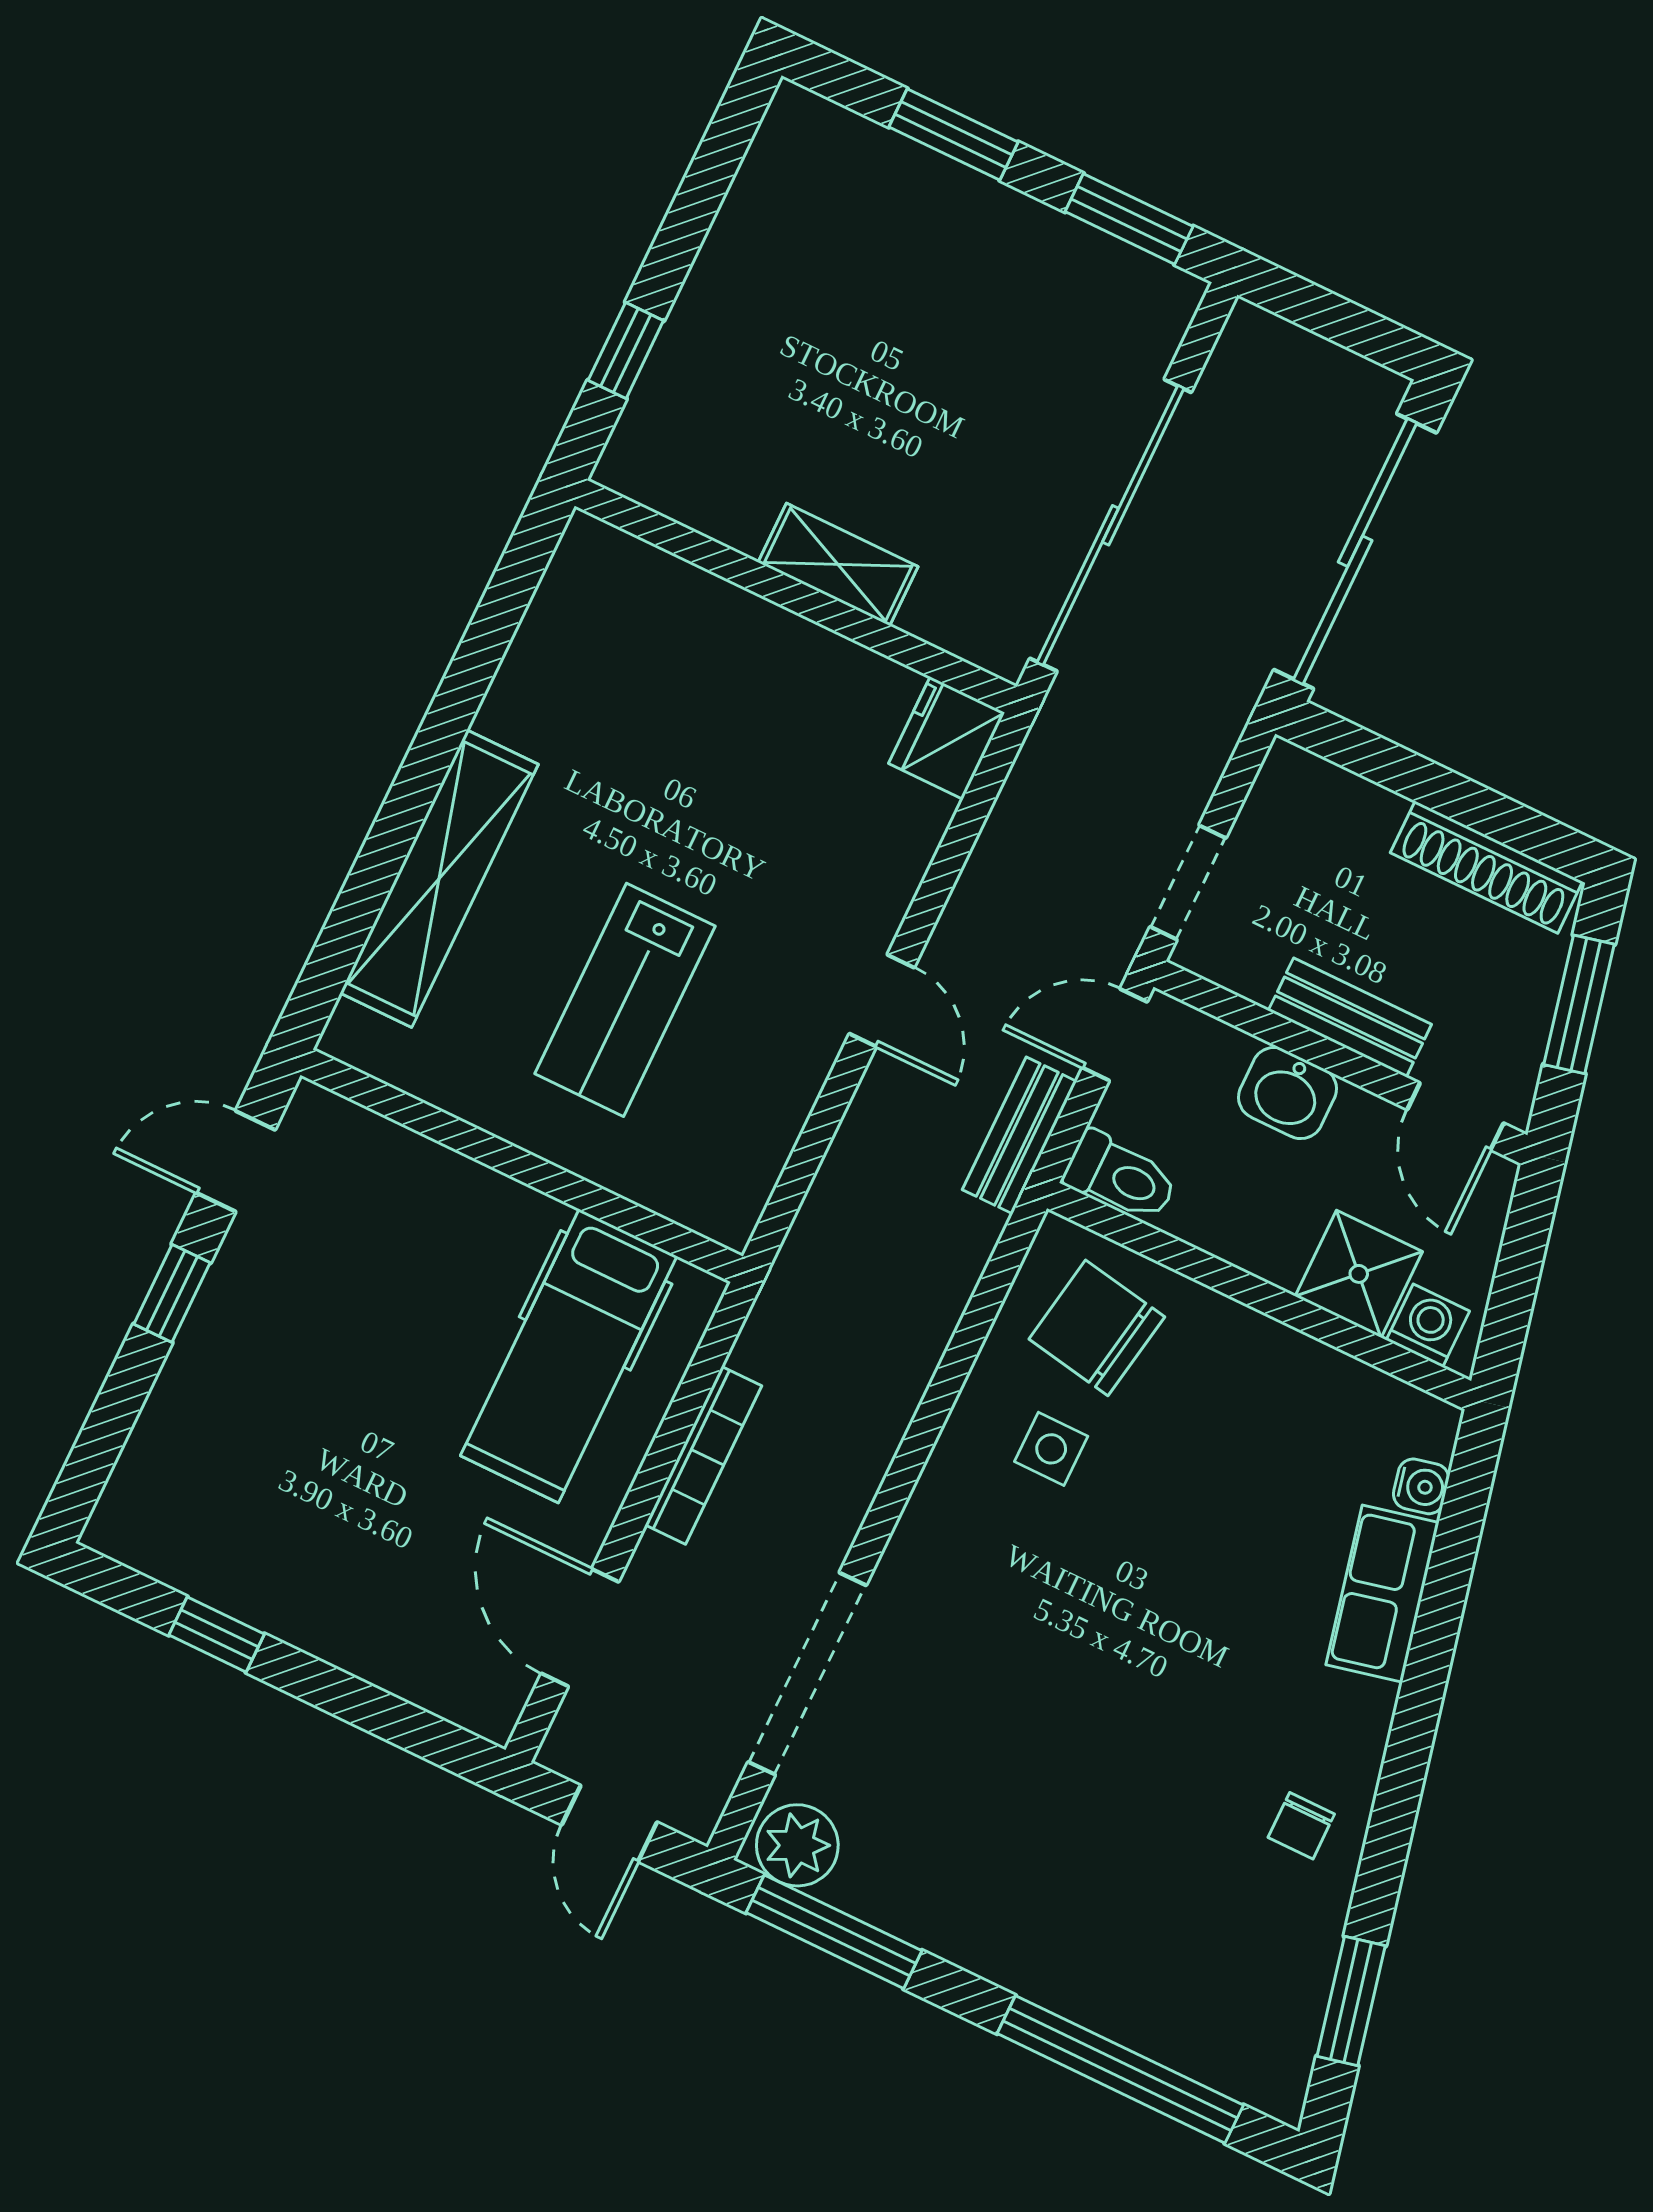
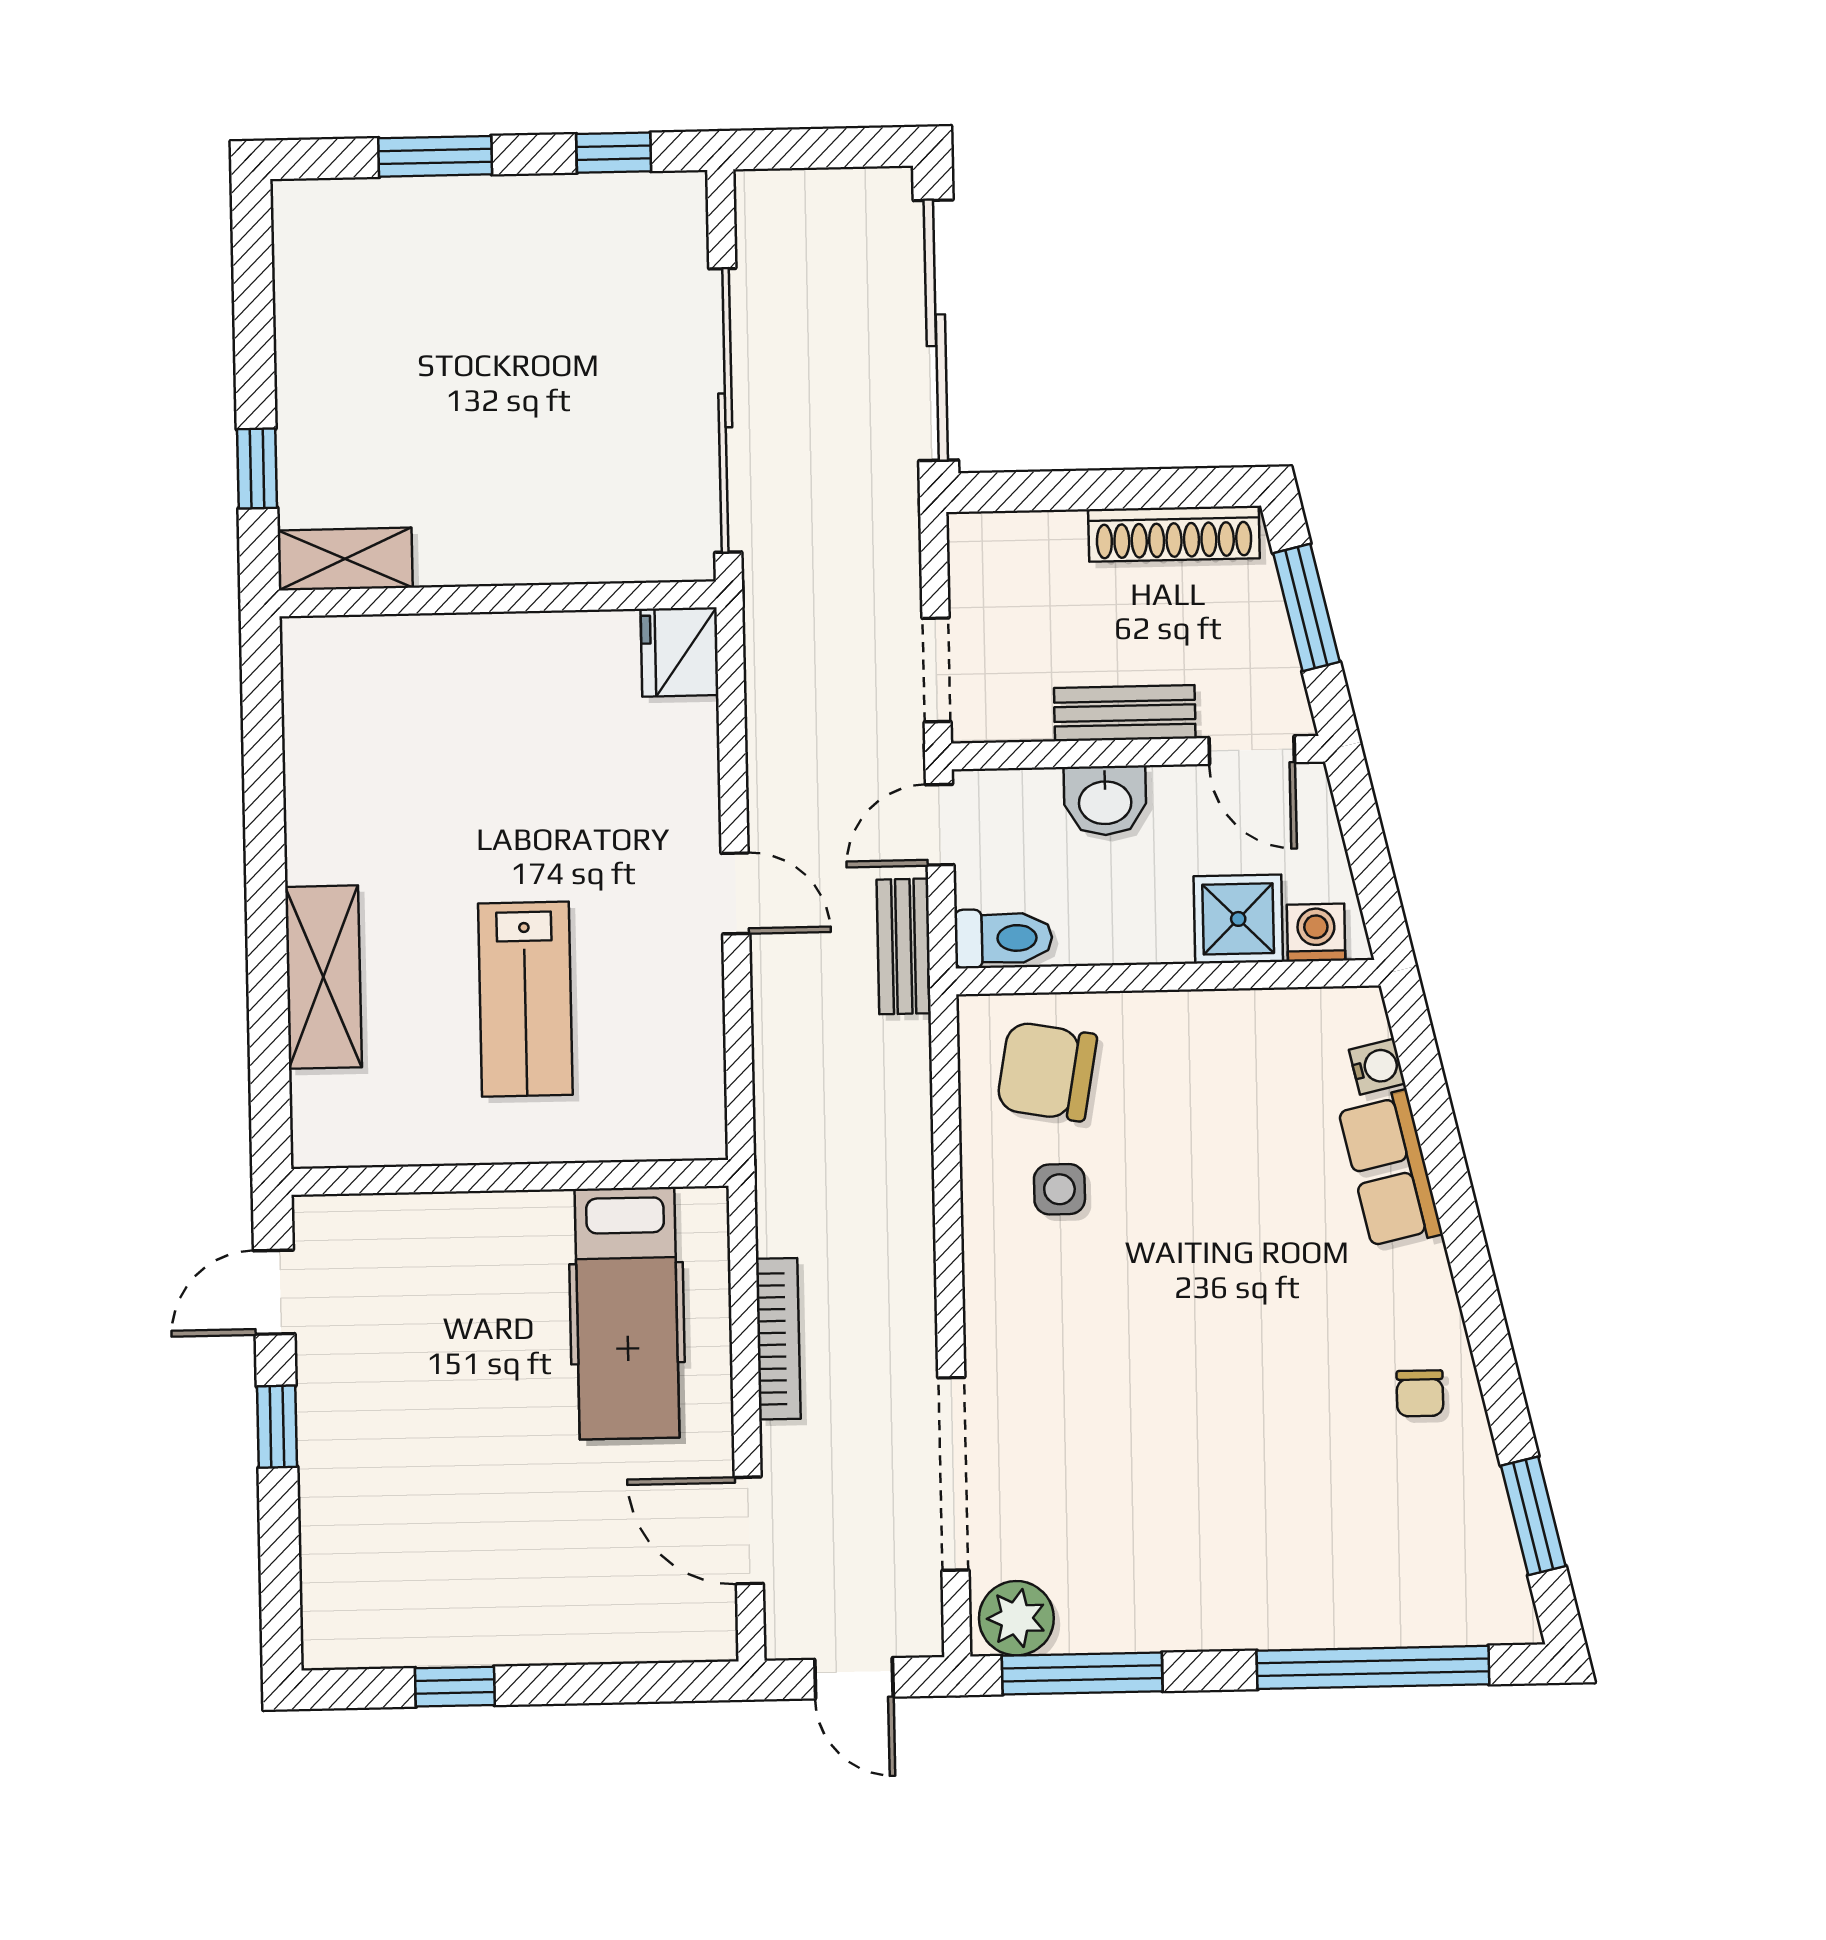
window: (1129, 219) -> (614, 153), width x0.67
shelving: (838, 565) -> (345, 559), moved
shelving: (439, 879) -> (323, 977), width x0.68

